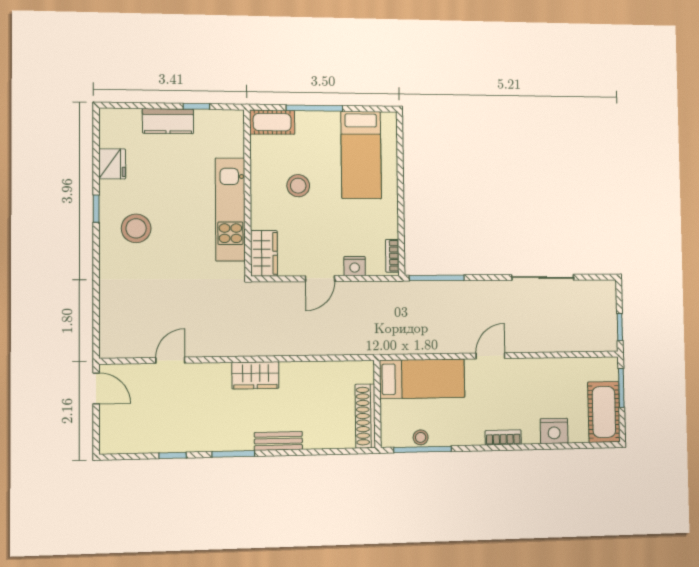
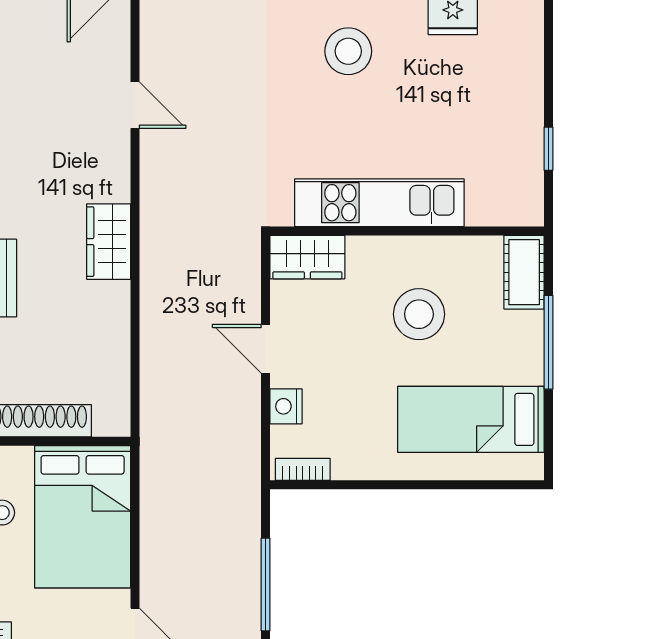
kitchen counter: (168, 121) -> (524, 103), removed
stool: (298, 186) -> (419, 314), width x1.38, depth x1.38
window: (437, 278) -> (266, 585), moved
bed: (422, 379) -> (83, 517), width x1.50

